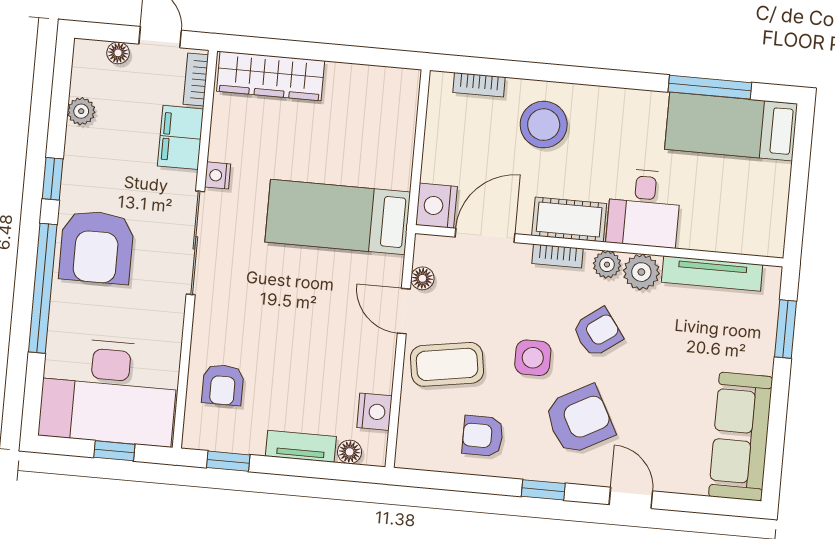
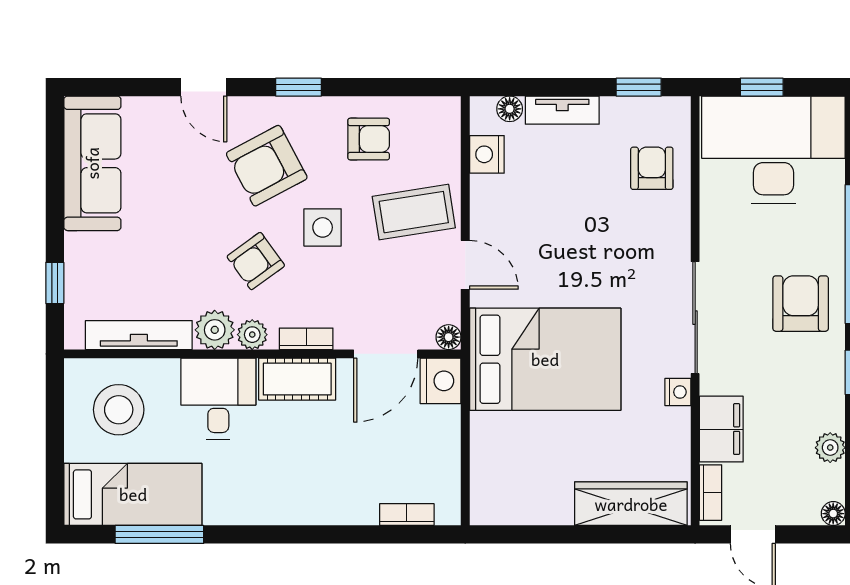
floor lamp: (118, 53) -> (833, 514), moved
stool: (544, 125) -> (119, 410), moved
bed: (338, 217) -> (545, 359), width x1.50
armchair: (96, 247) -> (801, 304), width x0.73, depth x0.73
floor lamp: (422, 278) -> (449, 337), moved
window: (785, 329) -> (55, 283), width x0.67

